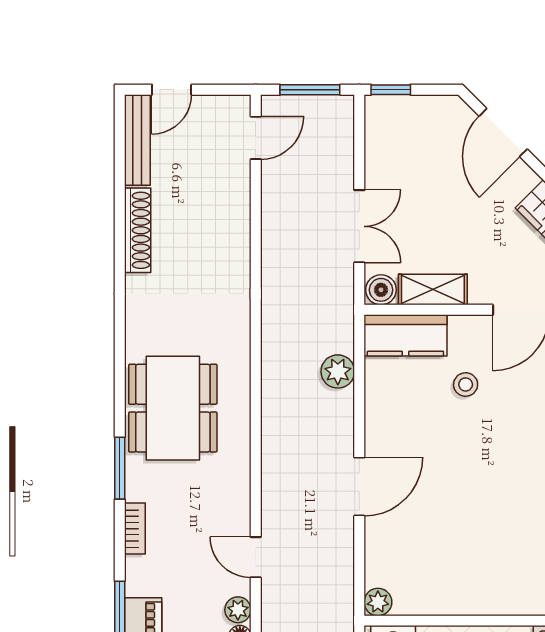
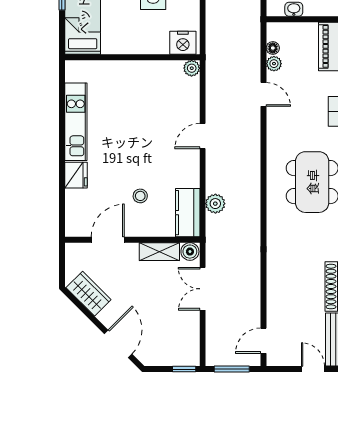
door: (172, 90) -> (313, 369), hinge flipped
kitchen counter: (405, 335) -> (188, 213), moved, turned -90
door: (359, 487) -> (203, 136), width x0.73

